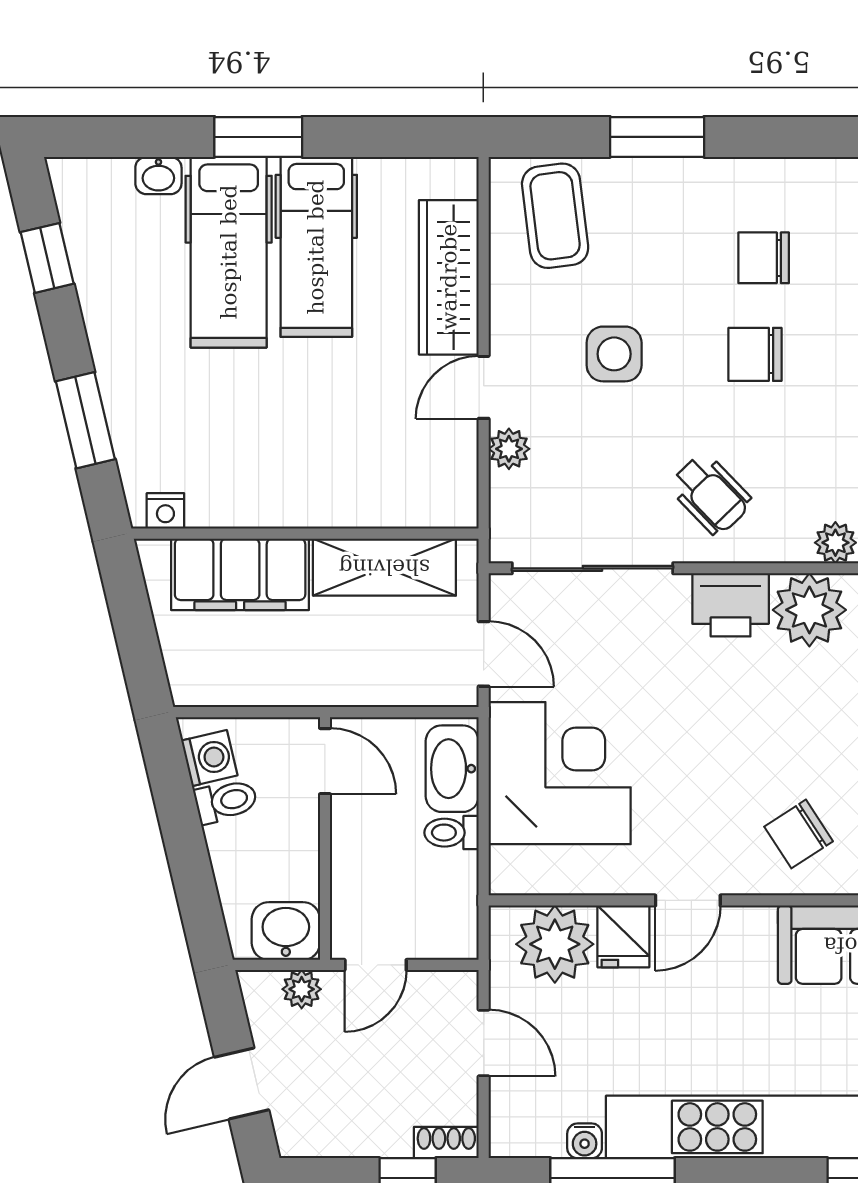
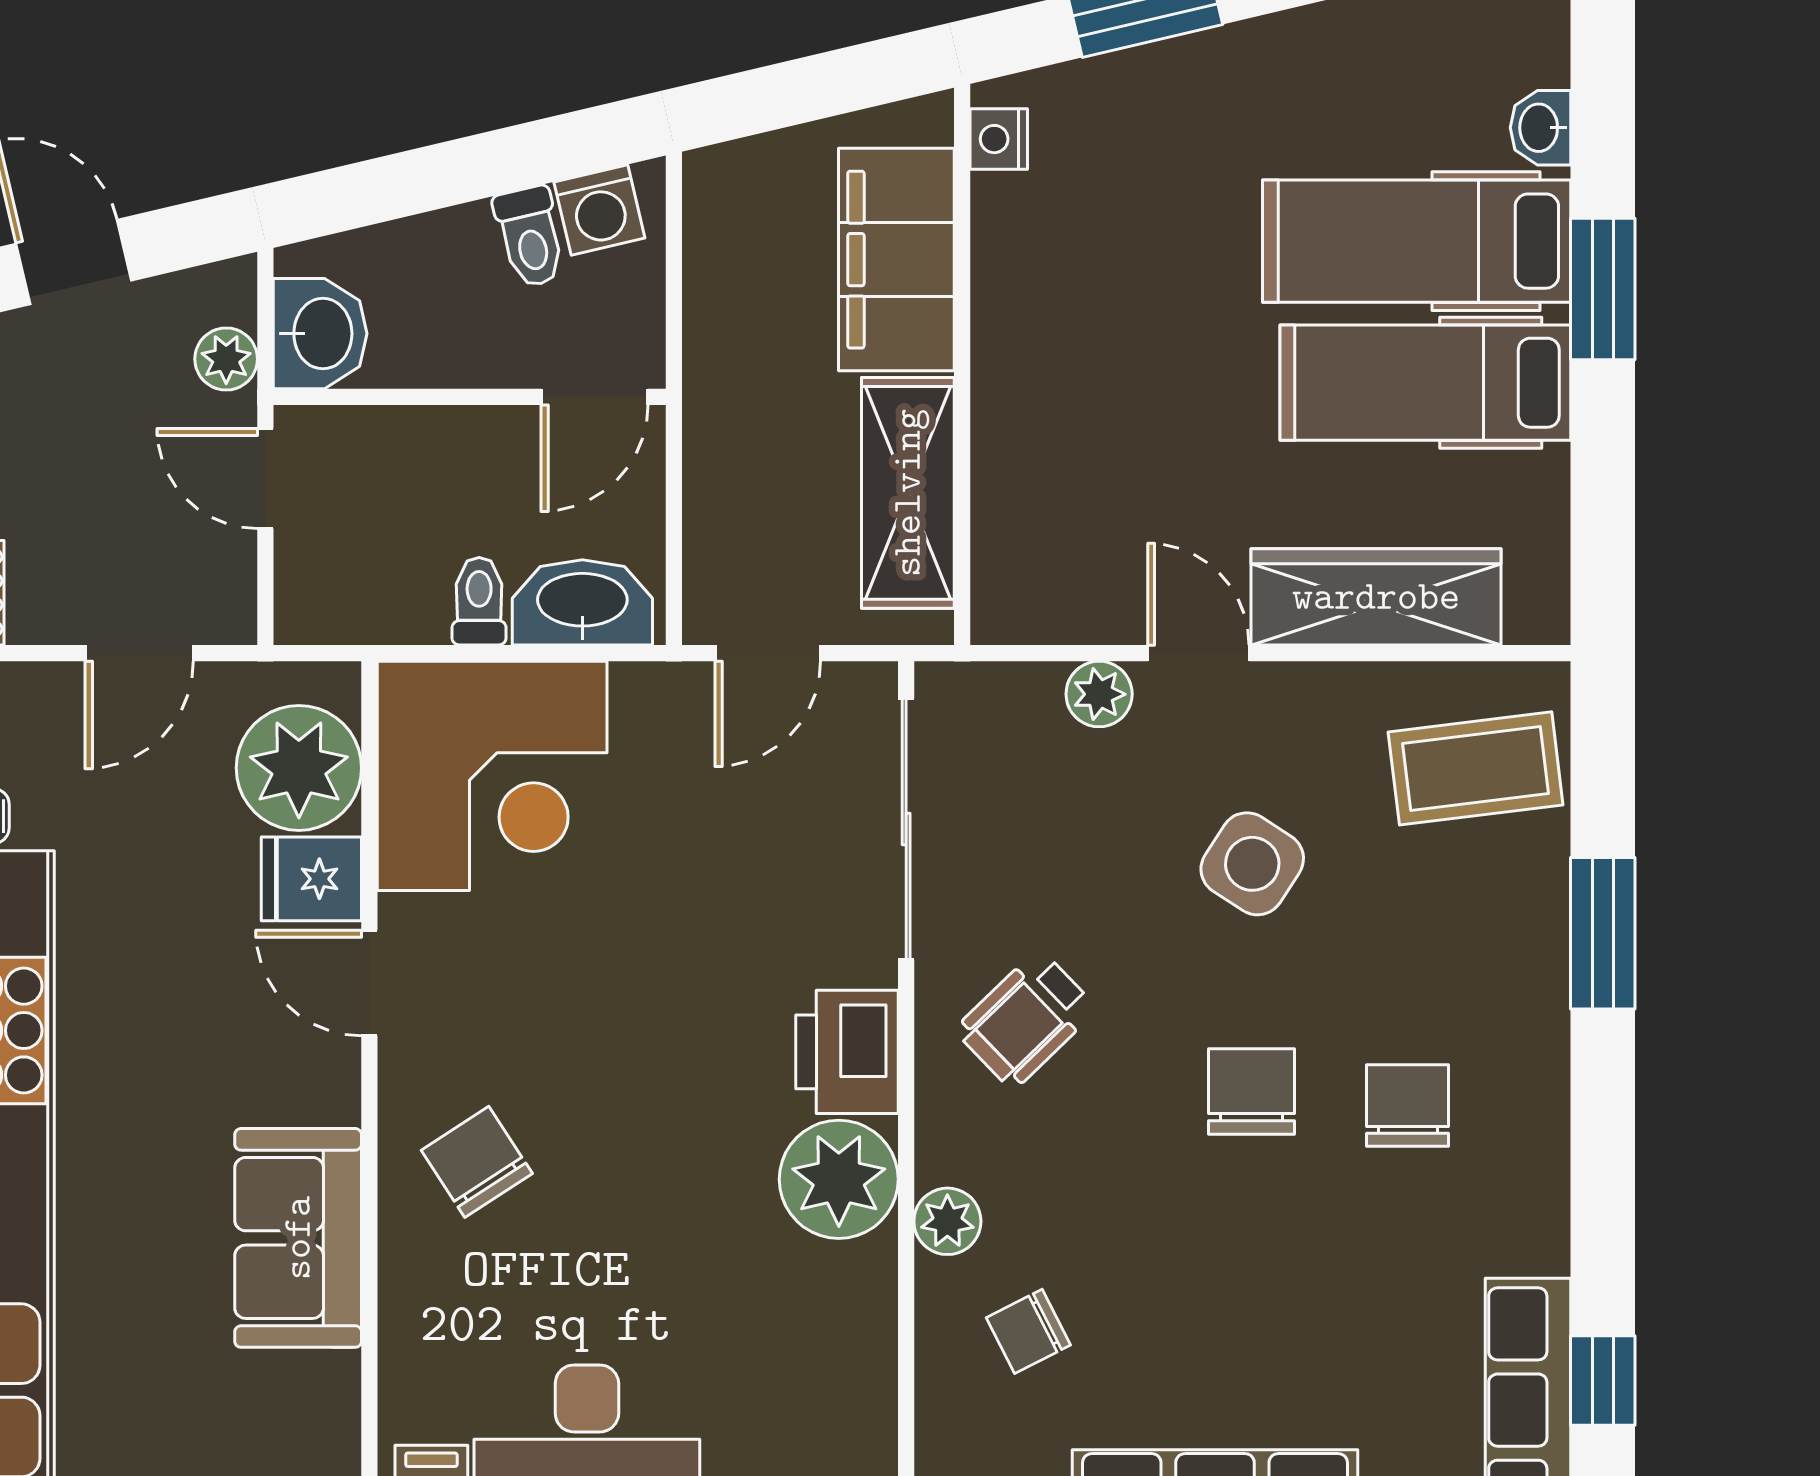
side table: (614, 354) -> (1252, 864), turned 33
corner desk: (560, 773) -> (492, 776), moved

